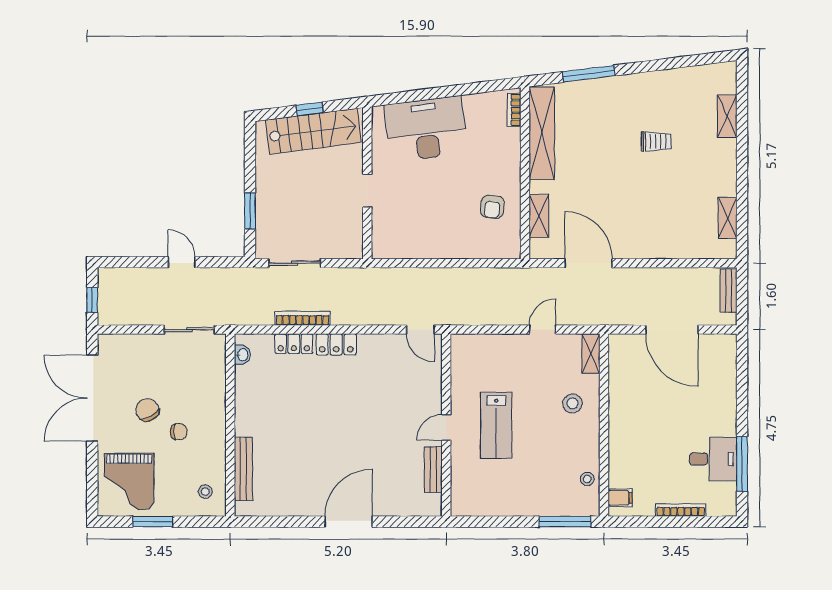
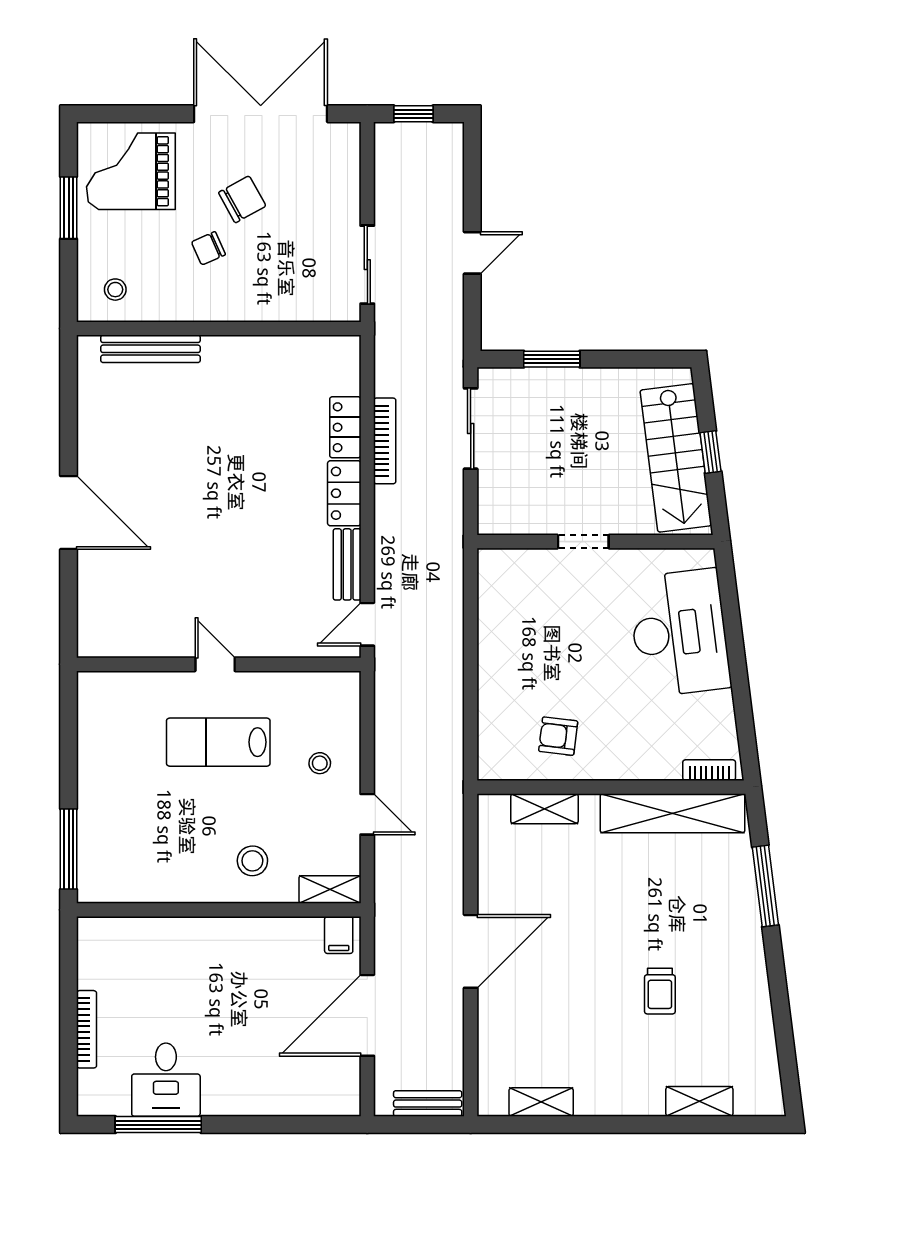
door: (589, 263) -> (471, 951), moved
washbasin: (242, 355) -> (328, 347), removed
chair: (179, 432) -> (208, 248), turned 66
bench: (433, 470) -> (347, 564), moved, turned 90
stool: (587, 479) -> (320, 763), moved
filing cabinet: (620, 498) -> (339, 935), moved

